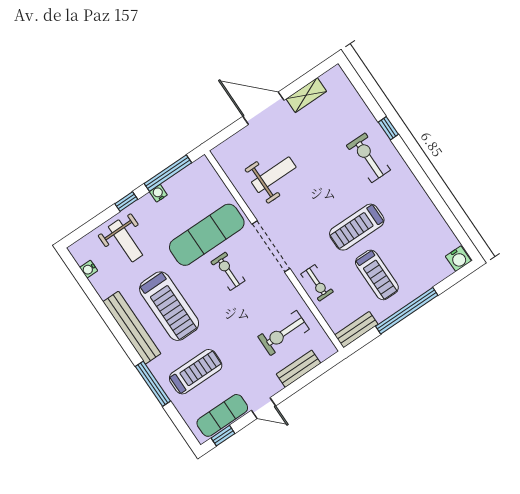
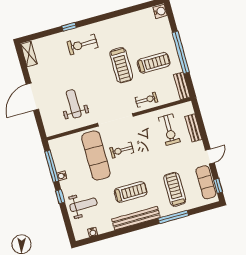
shelving: (306, 95) -> (29, 54), moved
treadmill: (169, 306) -> (131, 192), width x0.73, depth x0.73

